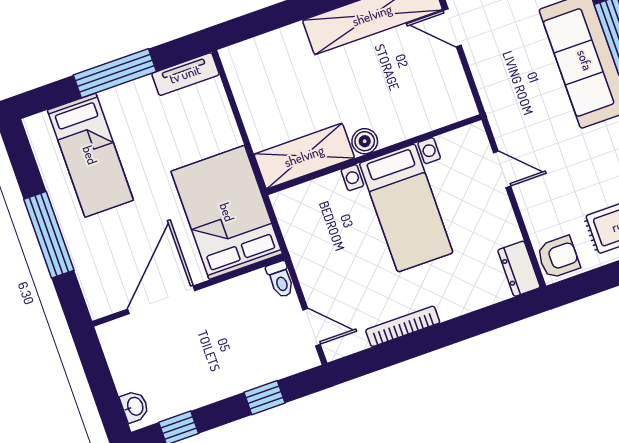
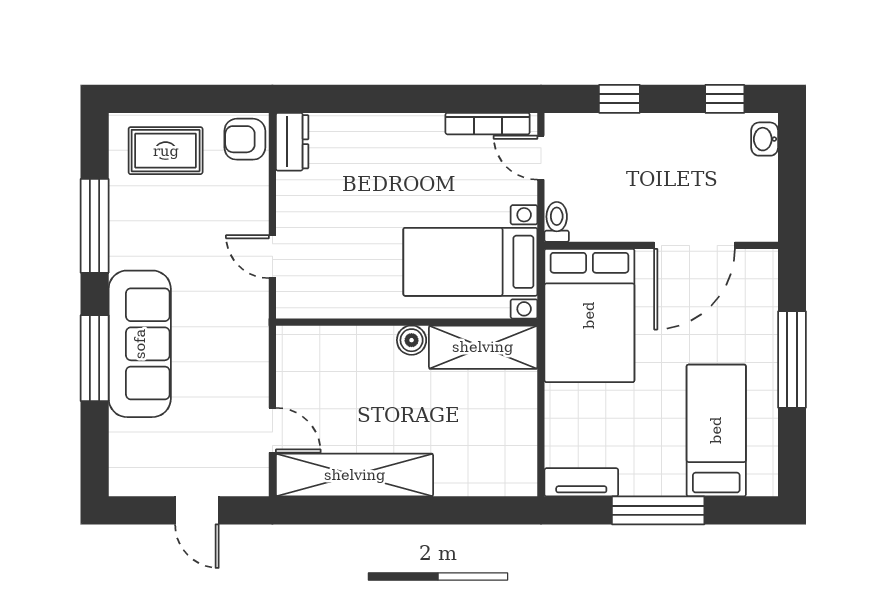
bed with nightstands: (406, 208) -> (470, 262), moved, turned -90
bookcase: (403, 326) -> (488, 124), moved

